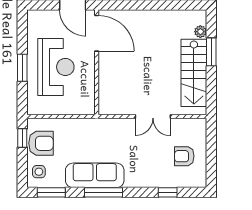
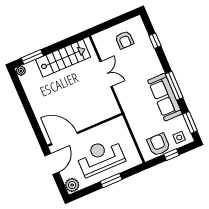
plant: (37, 19) -> (72, 185), added
plant: (200, 32) -> (21, 71), moved
door: (97, 33) -> (64, 139), hinge flipped
window: (211, 52) -> (32, 57), moved
window: (22, 138) -> (171, 155), moved

